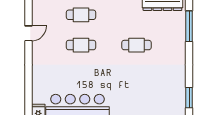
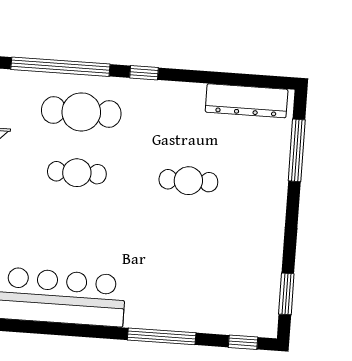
cafe table: (81, 15) -> (81, 112), width x1.37, depth x1.35

